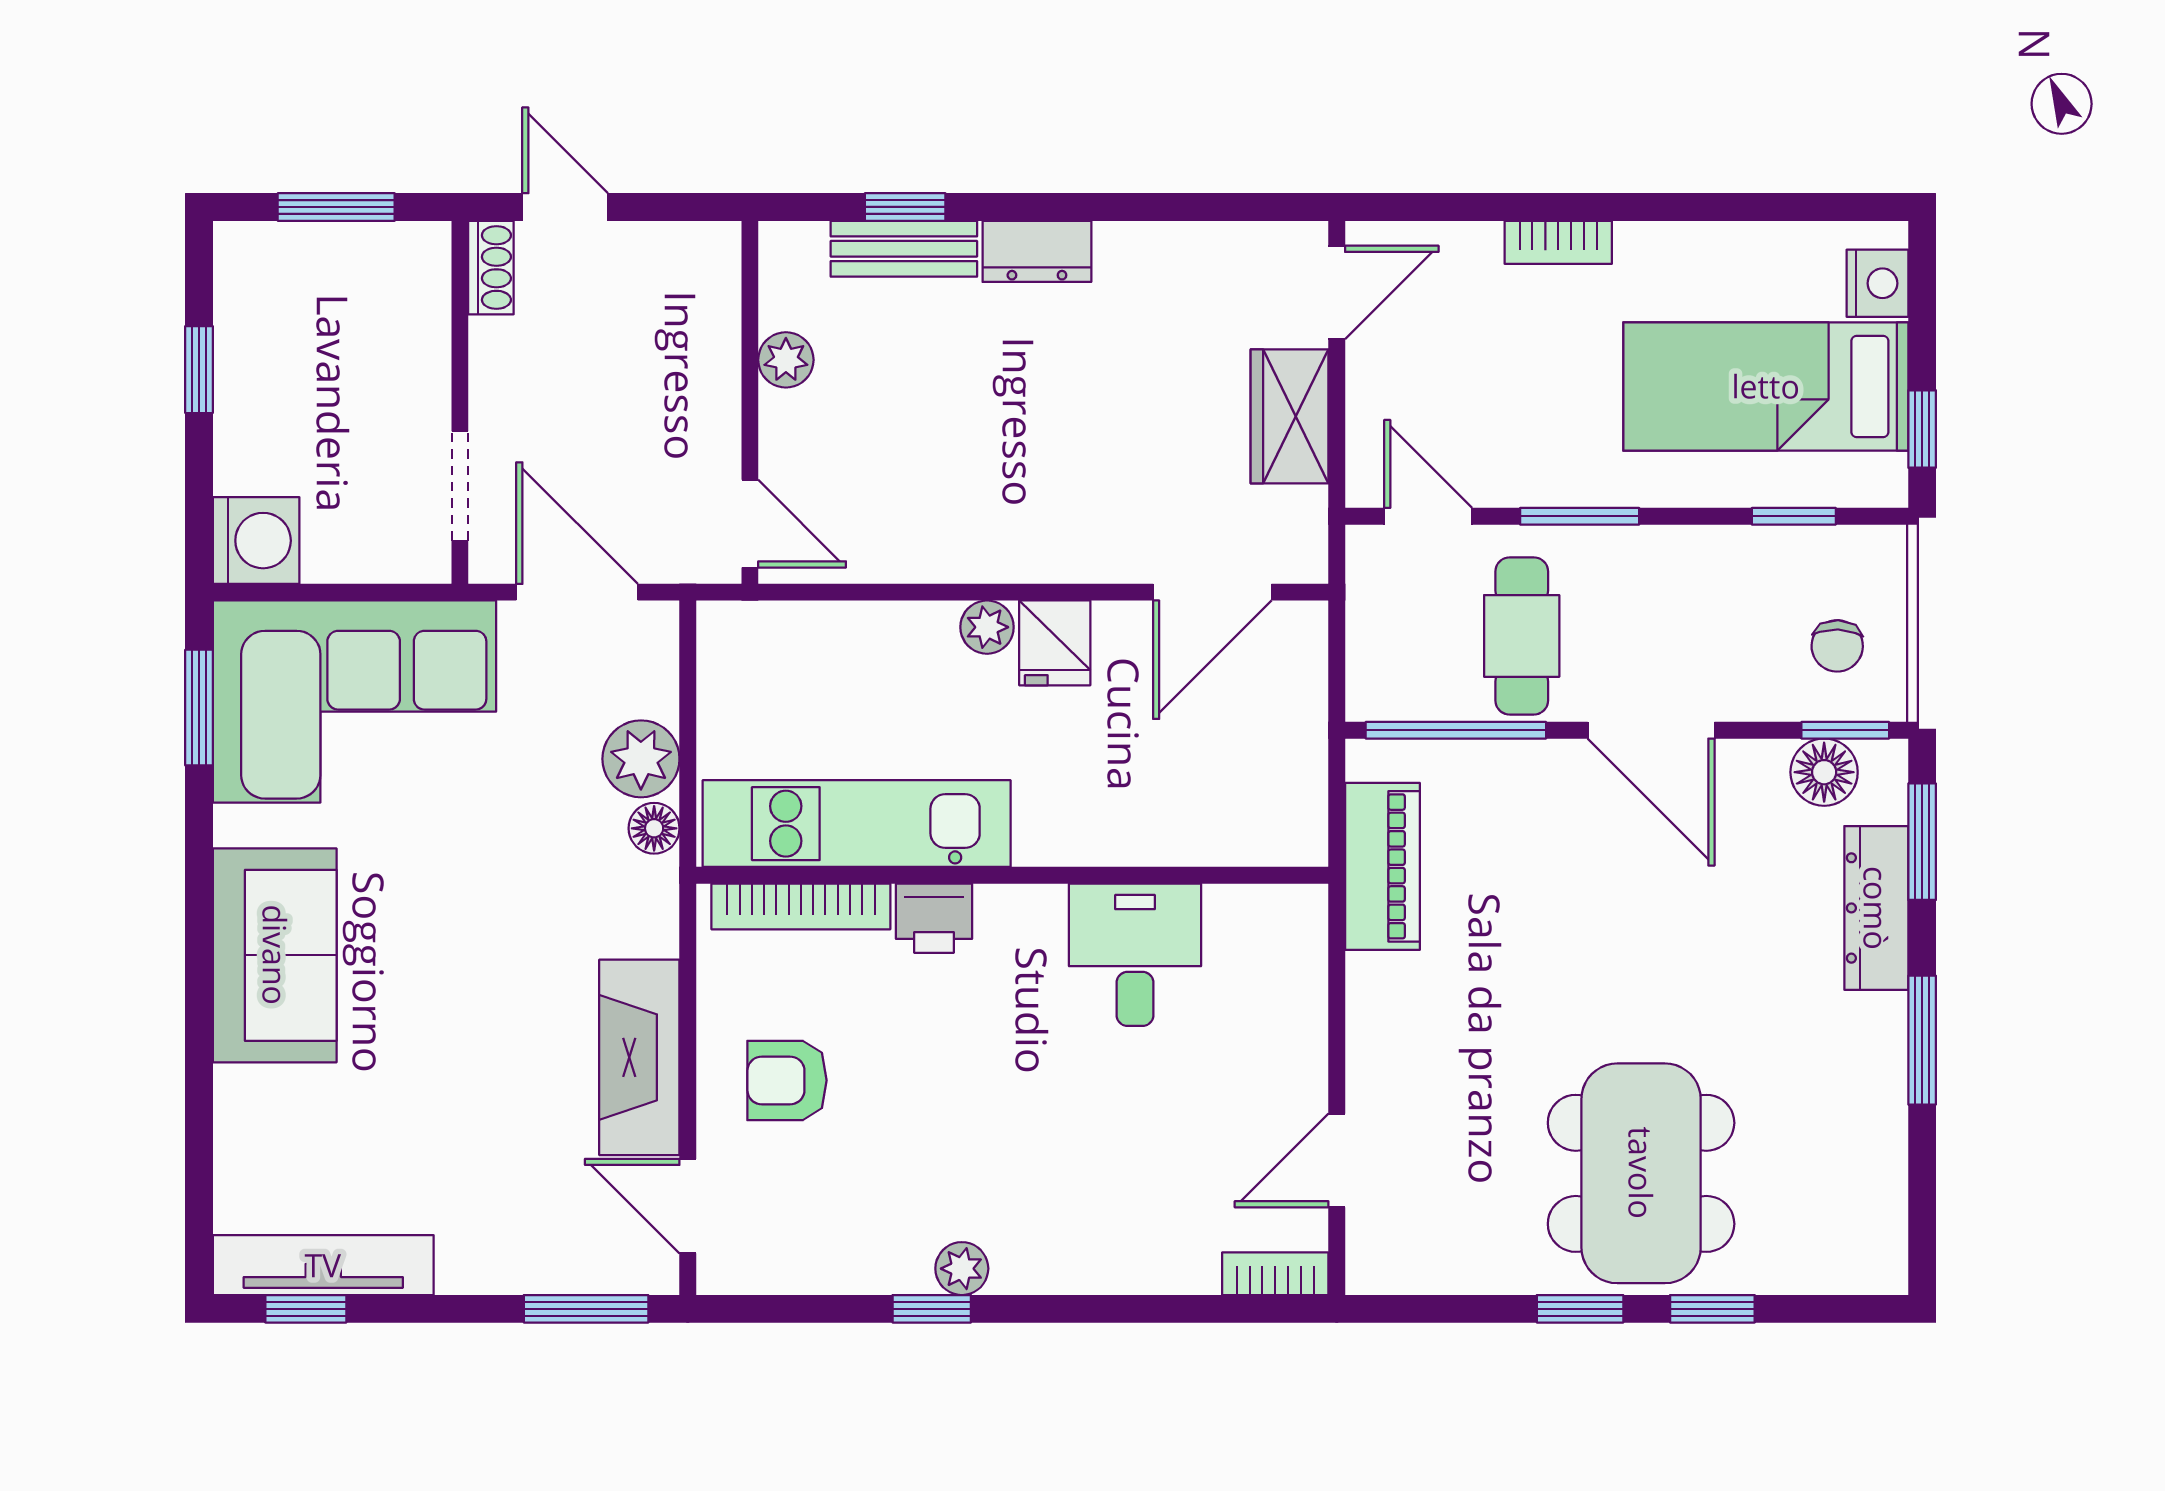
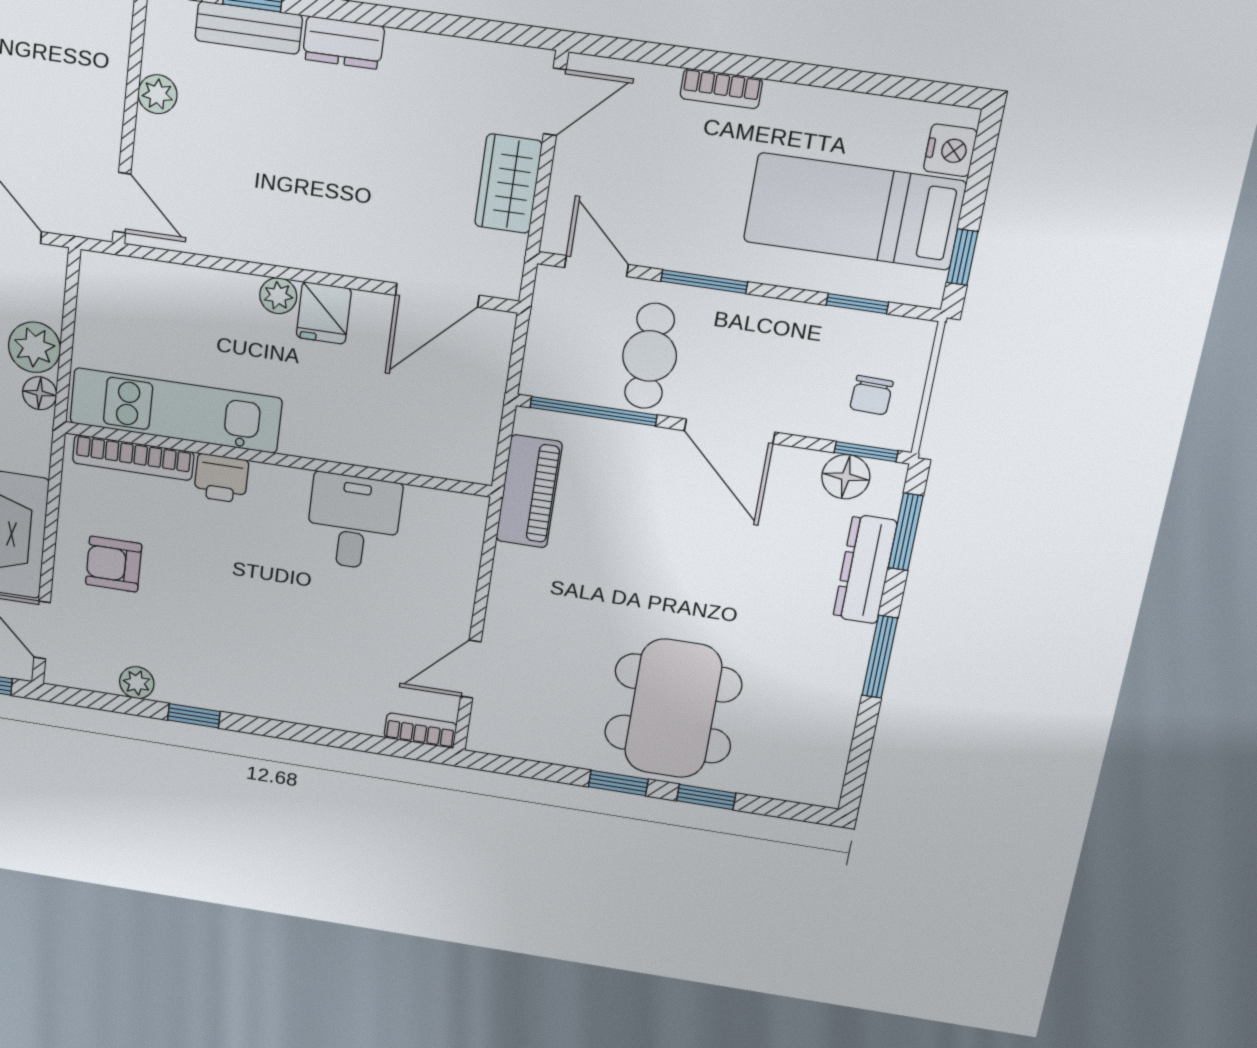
plant: (962, 1269) -> (137, 683), moved

